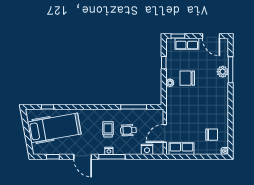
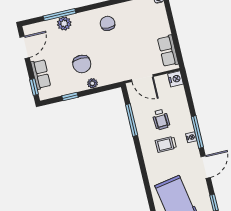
door: (165, 133) -> (142, 78), moved
chair: (212, 135) -> (108, 23), moved
nightstand: (147, 149) -> (176, 79), moved

